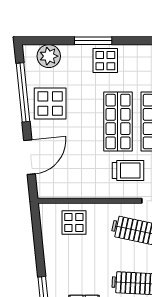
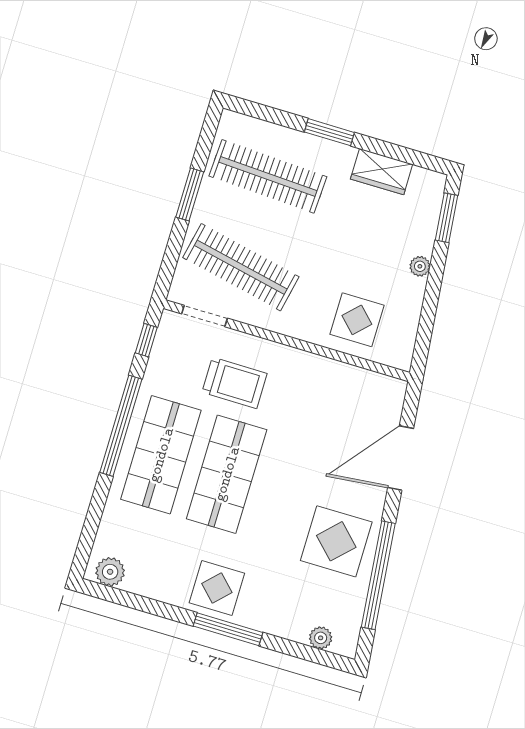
plant: (49, 56) -> (321, 638), width x0.53, depth x0.53
trolley: (128, 170) -> (234, 383), turned 180
plant: (49, 260) -> (420, 266), added

